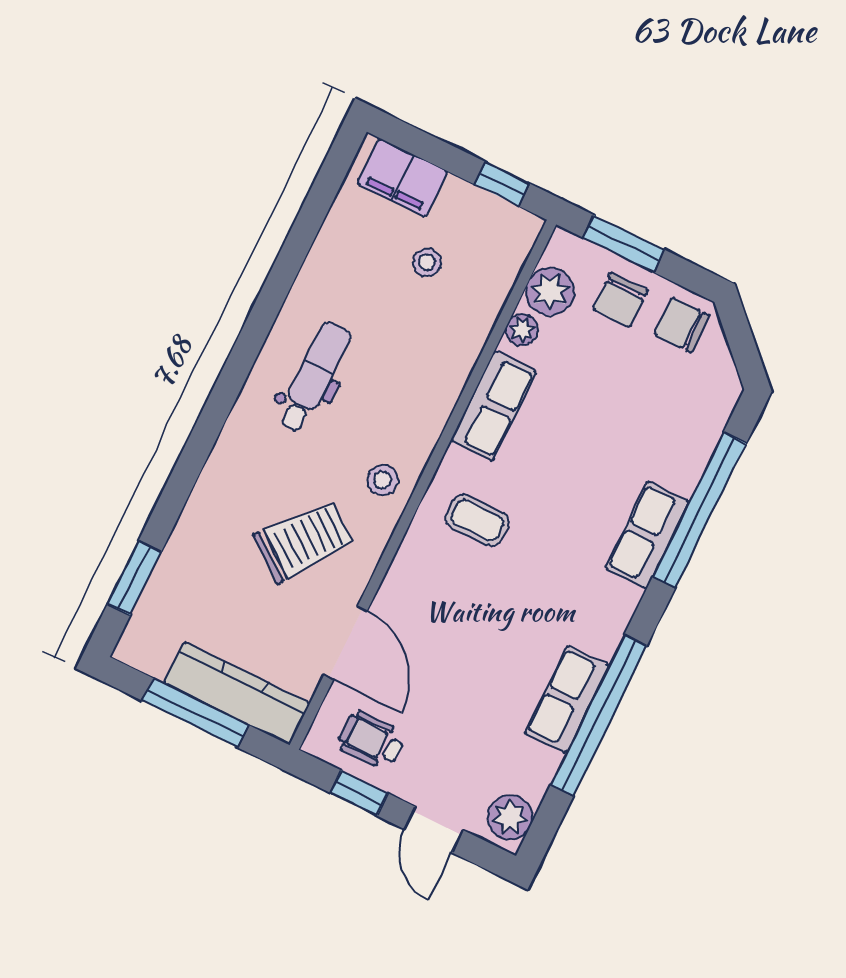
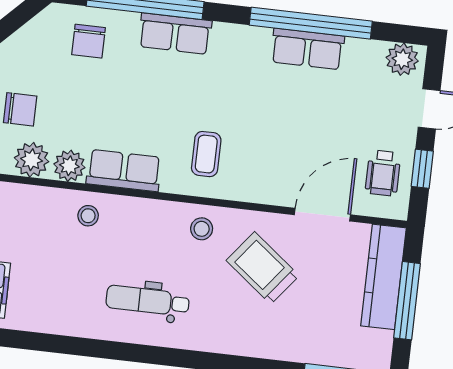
stool: (427, 262) -> (88, 216), moved
chair: (682, 325) -> (89, 41), moved
plant: (522, 330) -> (69, 166), width x1.38, depth x1.38

